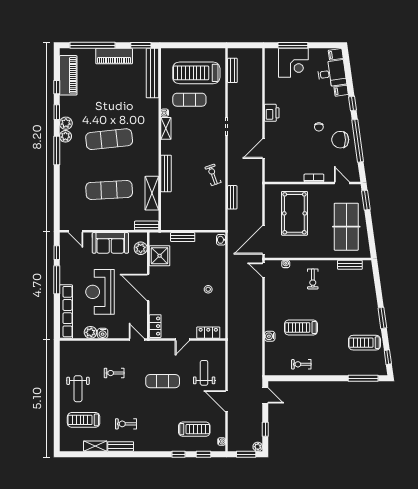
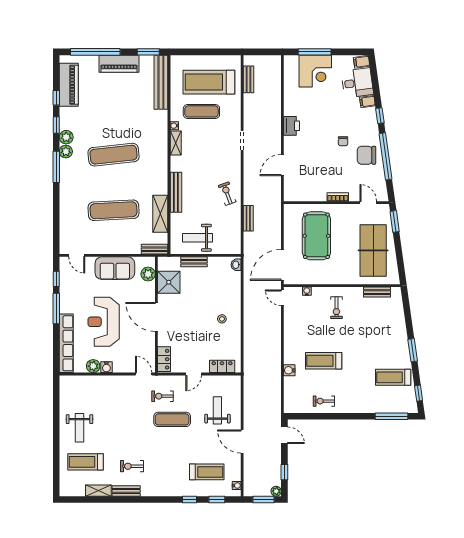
weight bench: (186, 215) -> (197, 238), added
exercise bike: (114, 373) -> (163, 396), moved

